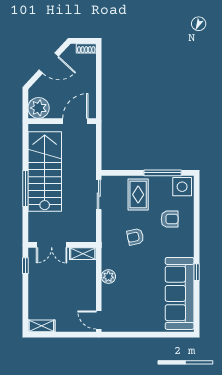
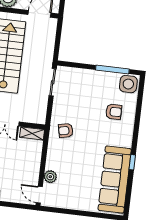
rug: (138, 195) -> (88, 86), removed
armchair: (135, 237) -> (66, 131), moved
plant: (108, 277) -> (50, 177), moved

